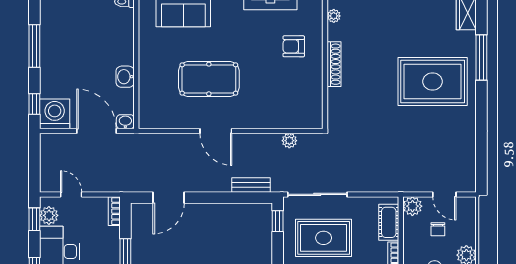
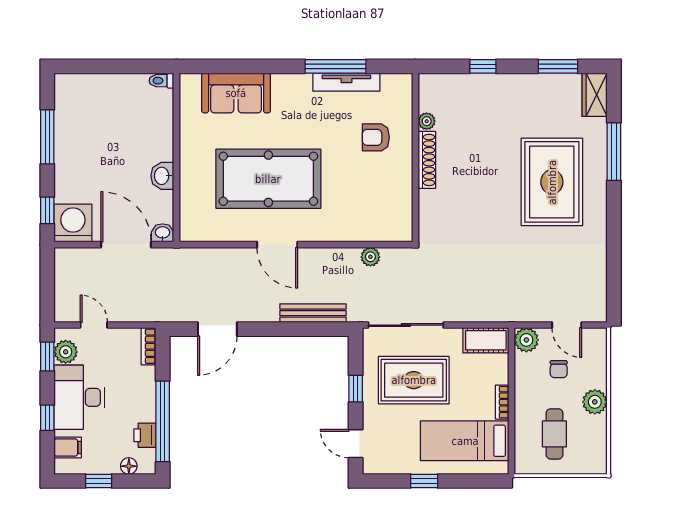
plant: (334, 16) -> (427, 121), moved
pool table: (209, 79) -> (268, 179), width x1.36, depth x1.32
rug: (433, 82) -> (552, 182), turned 90
bench: (251, 185) -> (313, 313), width x1.36
window: (278, 221) -> (356, 389), moved
cot: (389, 222) -> (486, 340), moved, turned 90

